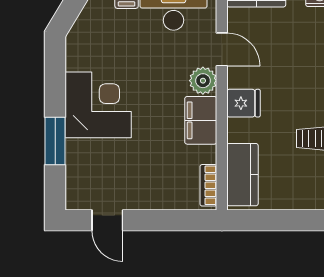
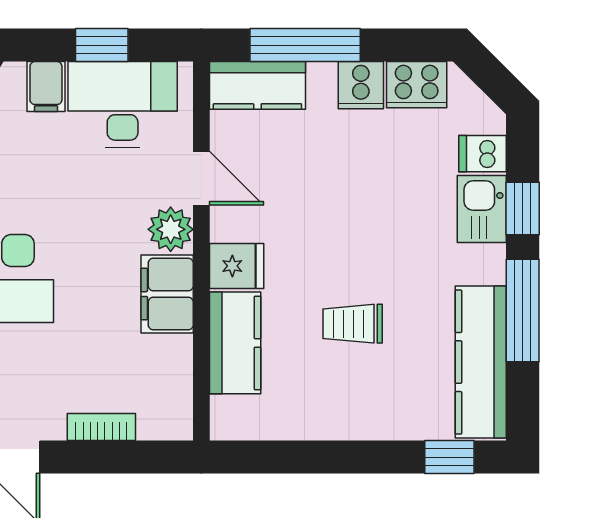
kitchen counter: (242, 175) -> (235, 343), moved
bookcase: (208, 185) -> (101, 427), moved, turned 90

